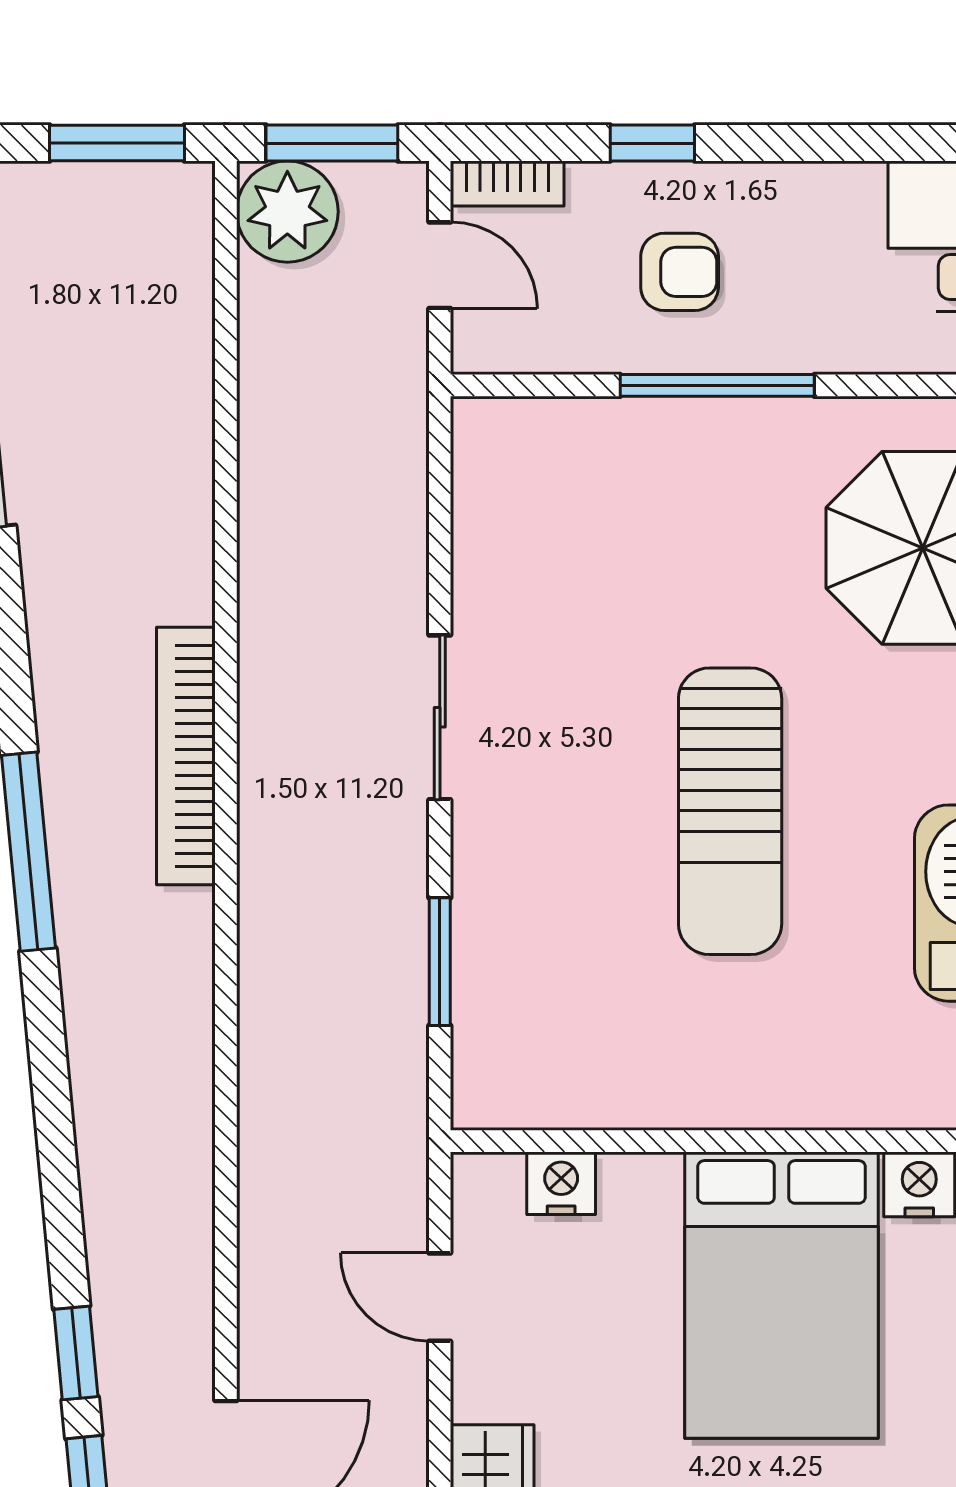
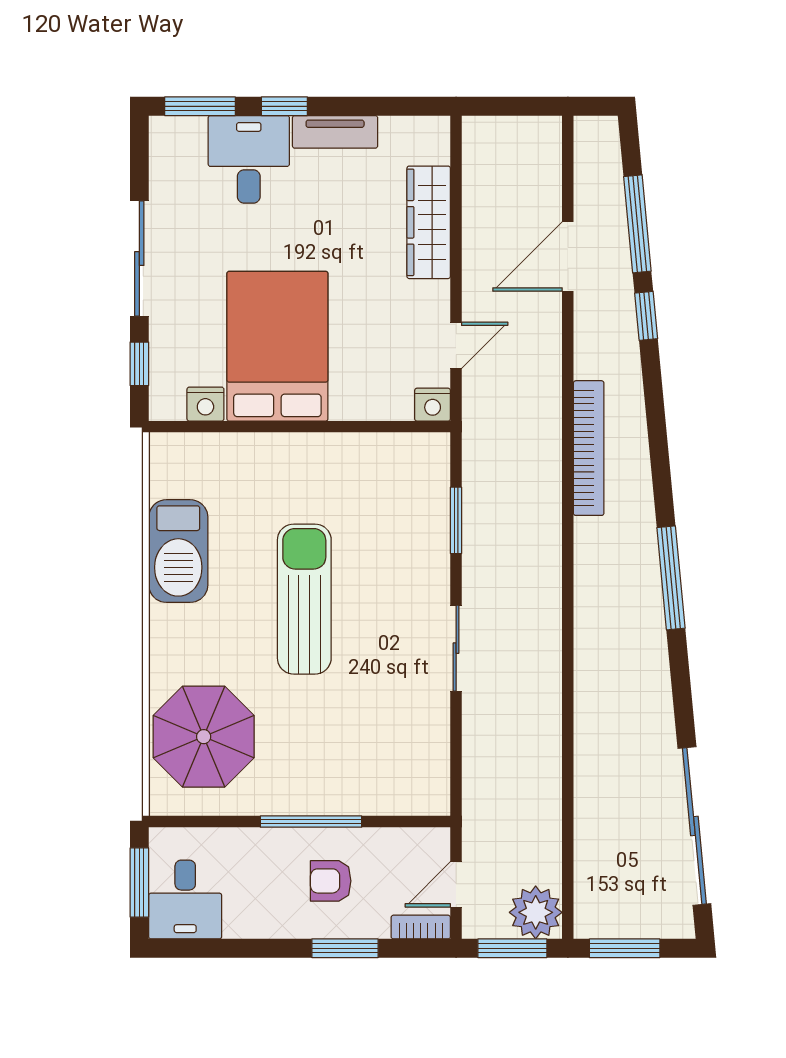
window: (652, 143) -> (345, 948), width x1.50
door: (440, 265) -> (456, 884), hinge flipped
bookcase: (186, 756) -> (589, 448), moved
nightstand: (561, 1183) -> (433, 405), moved
door: (440, 1297) -> (456, 345), hinge flipped

